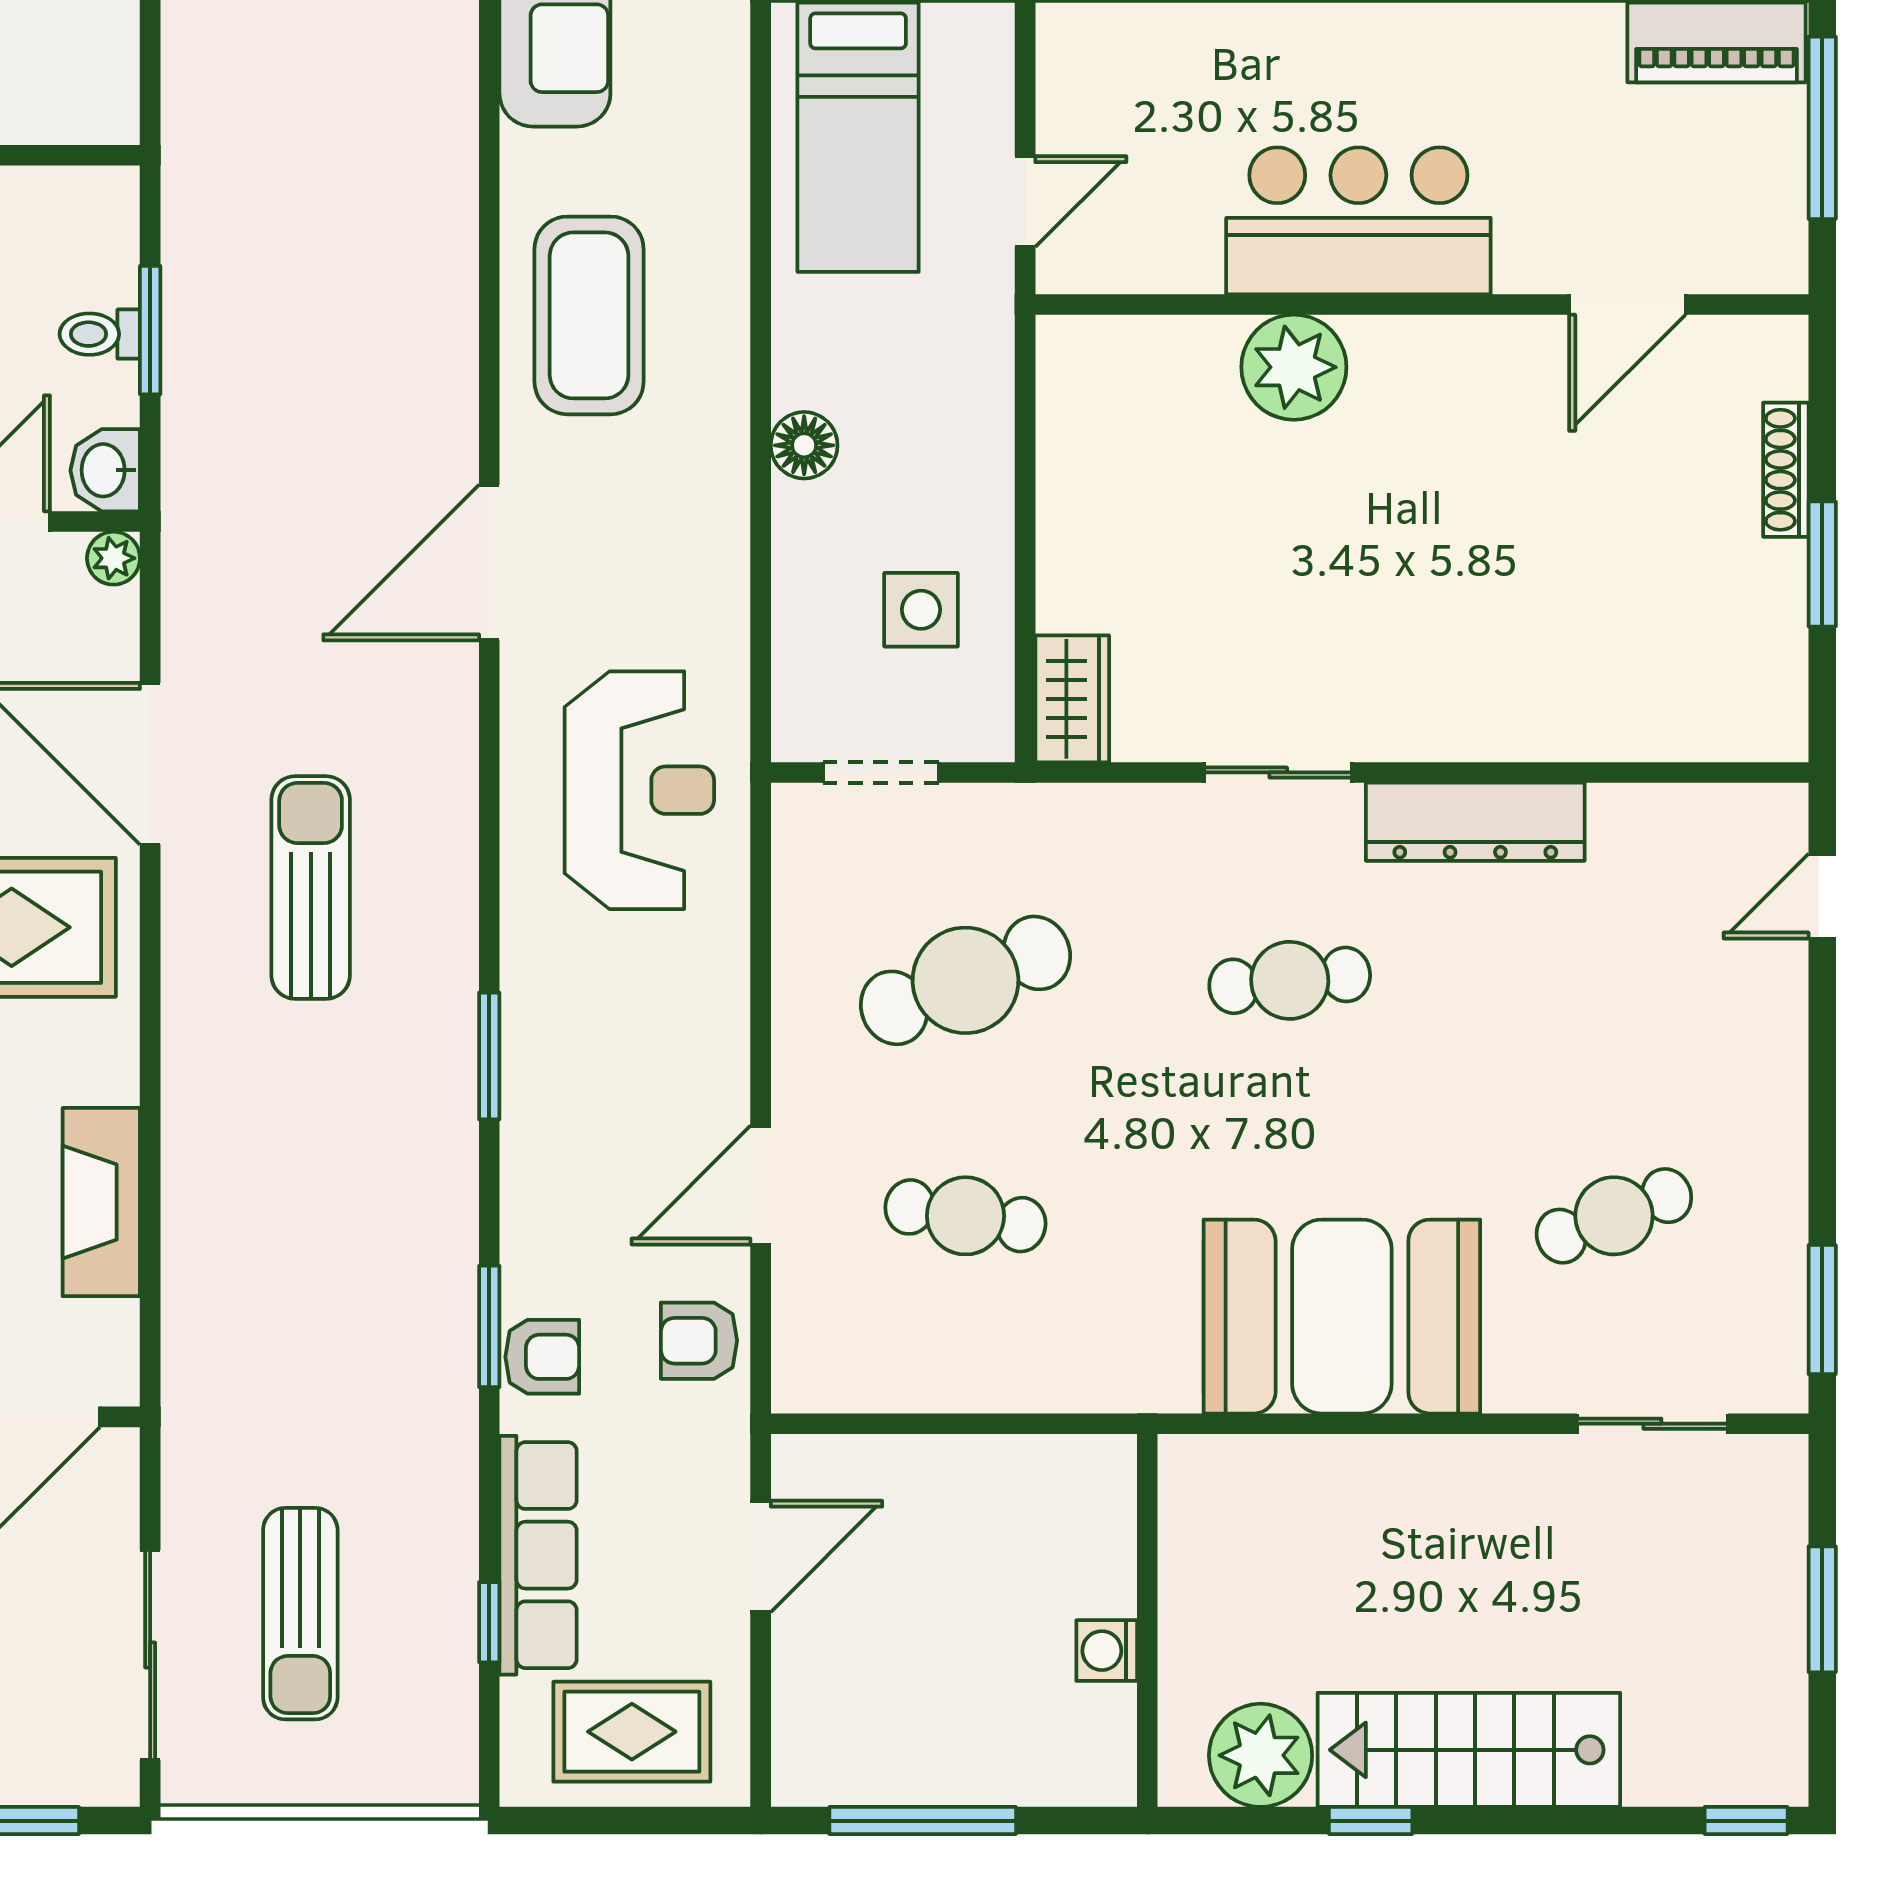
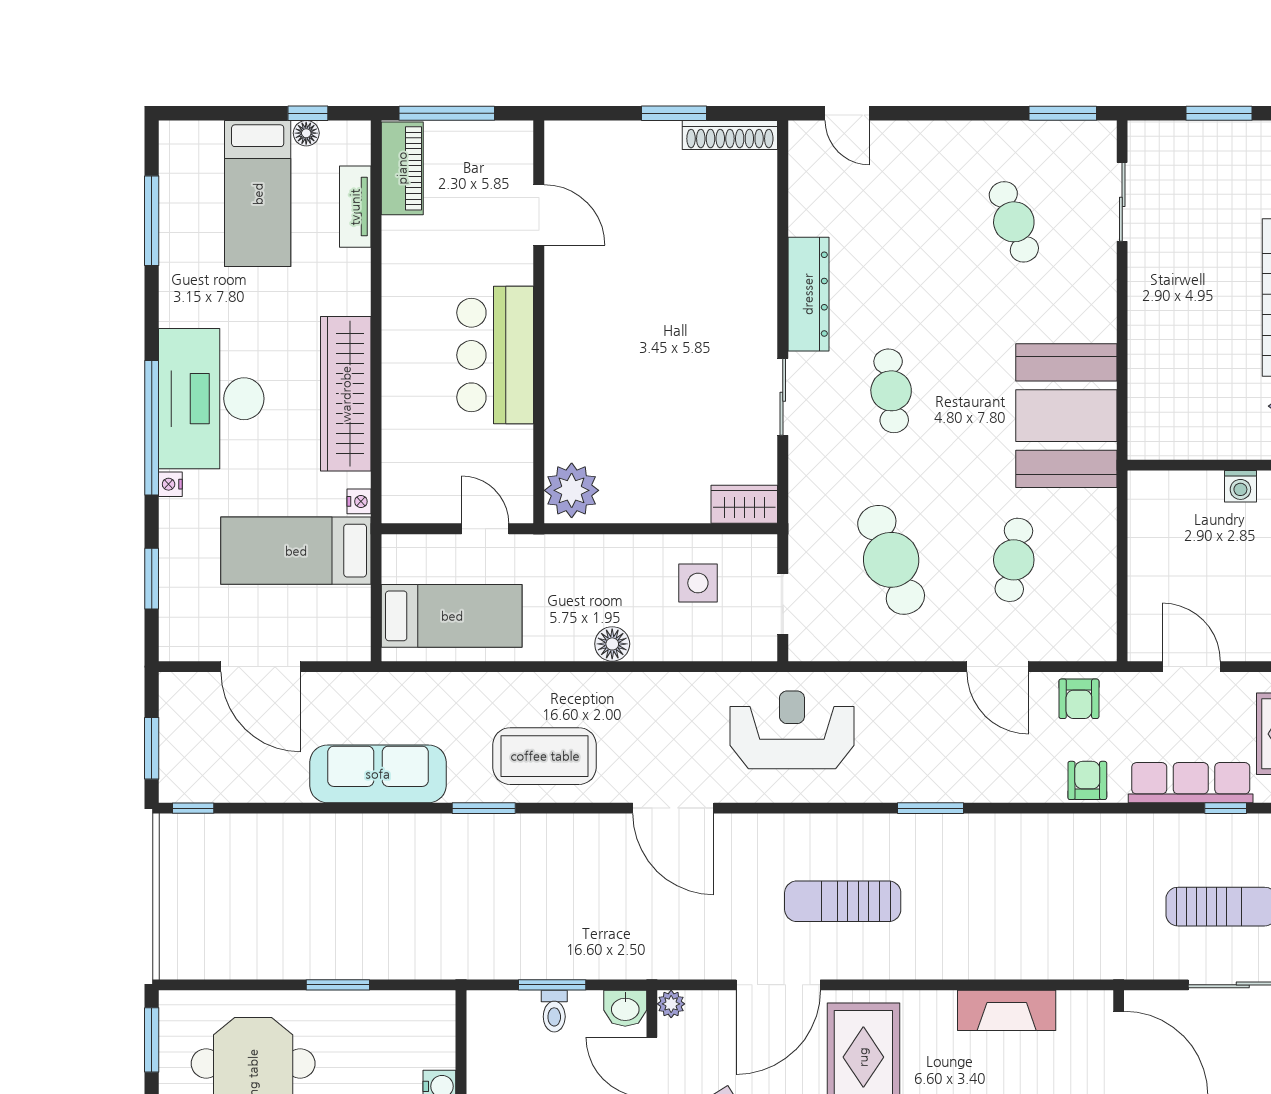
plant: (1294, 367) -> (572, 490), moved
shoe rack: (1786, 470) -> (730, 135), moved, width x1.36, depth x1.24
booth: (1342, 1317) -> (1066, 416), moved
window: (489, 1326) -> (484, 808), moved

